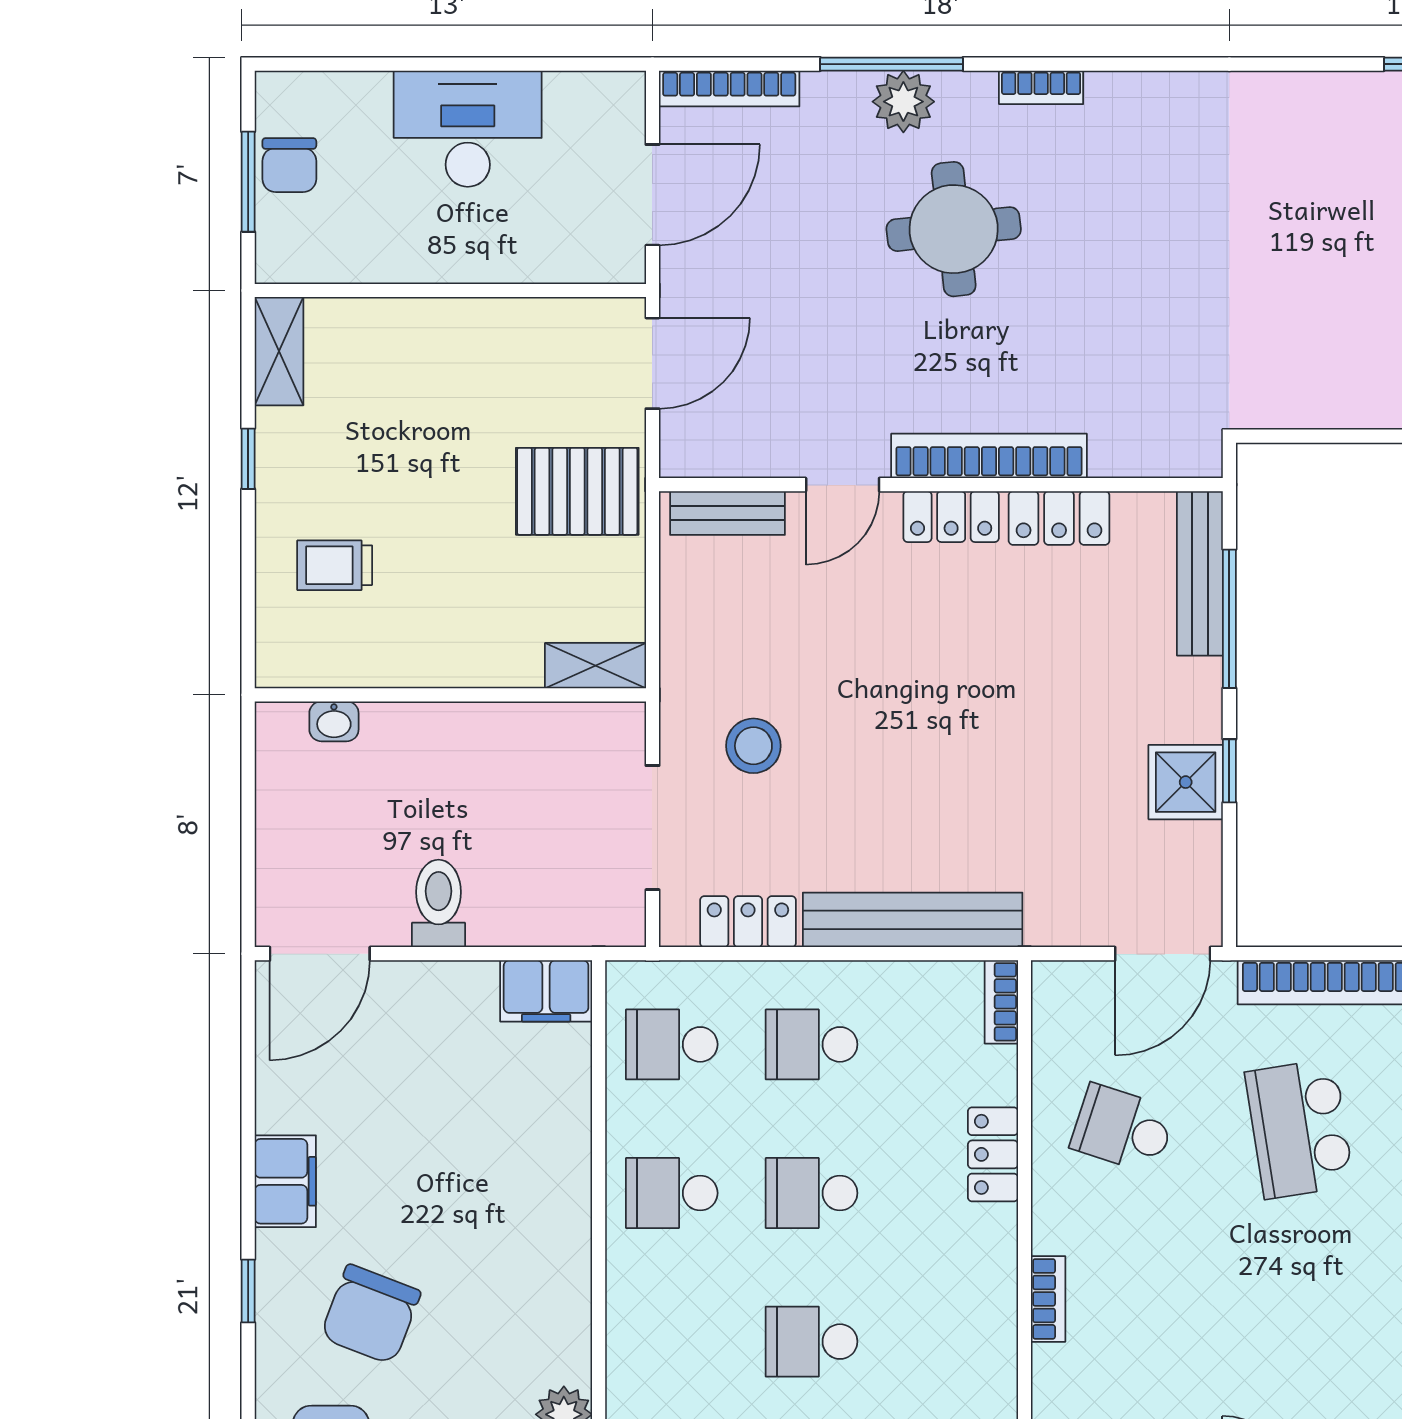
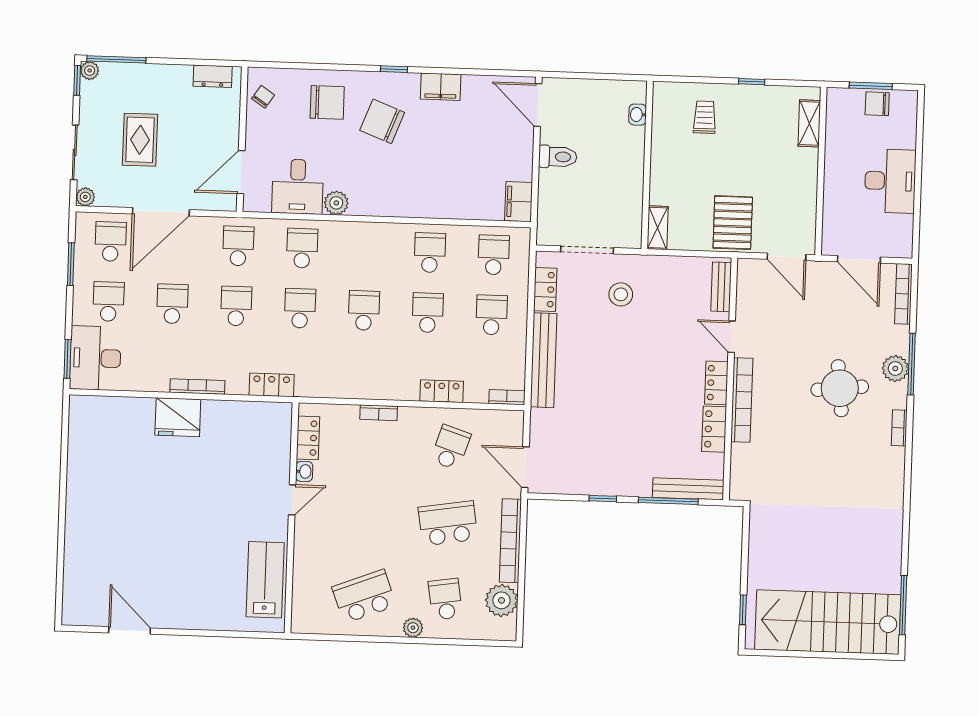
shelving: (279, 351) -> (809, 123), moved, turned 90
shower: (1186, 782) -> (599, 480), removed

